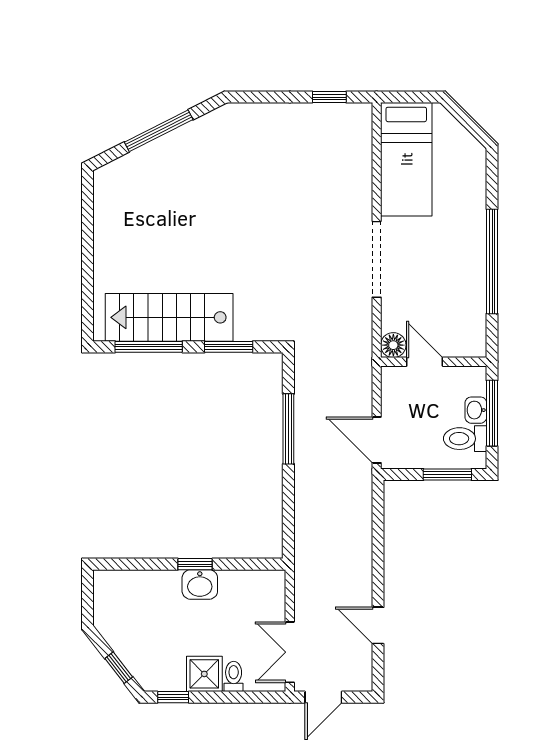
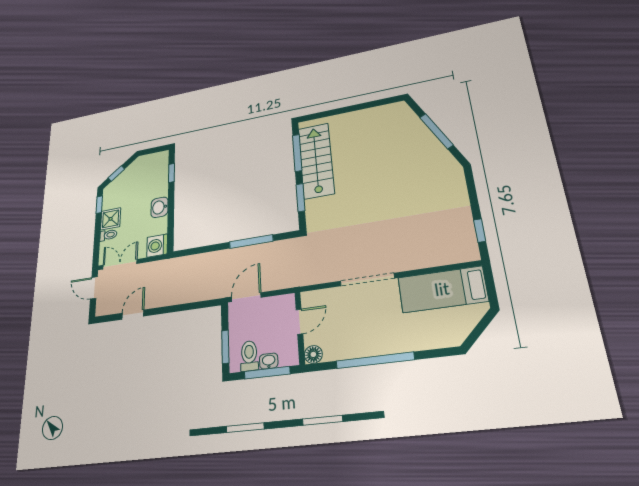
floor lamp: (393, 345) -> (313, 354), moved
window: (195, 564) -> (171, 173), moved
washing machine: (268, 587) -> (157, 246), added

